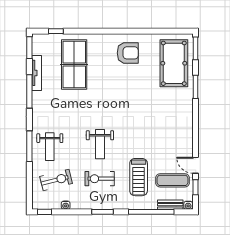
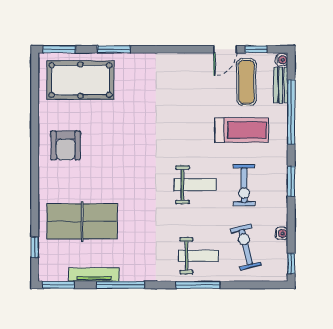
armchair: (128, 53) -> (66, 145), turned 180

